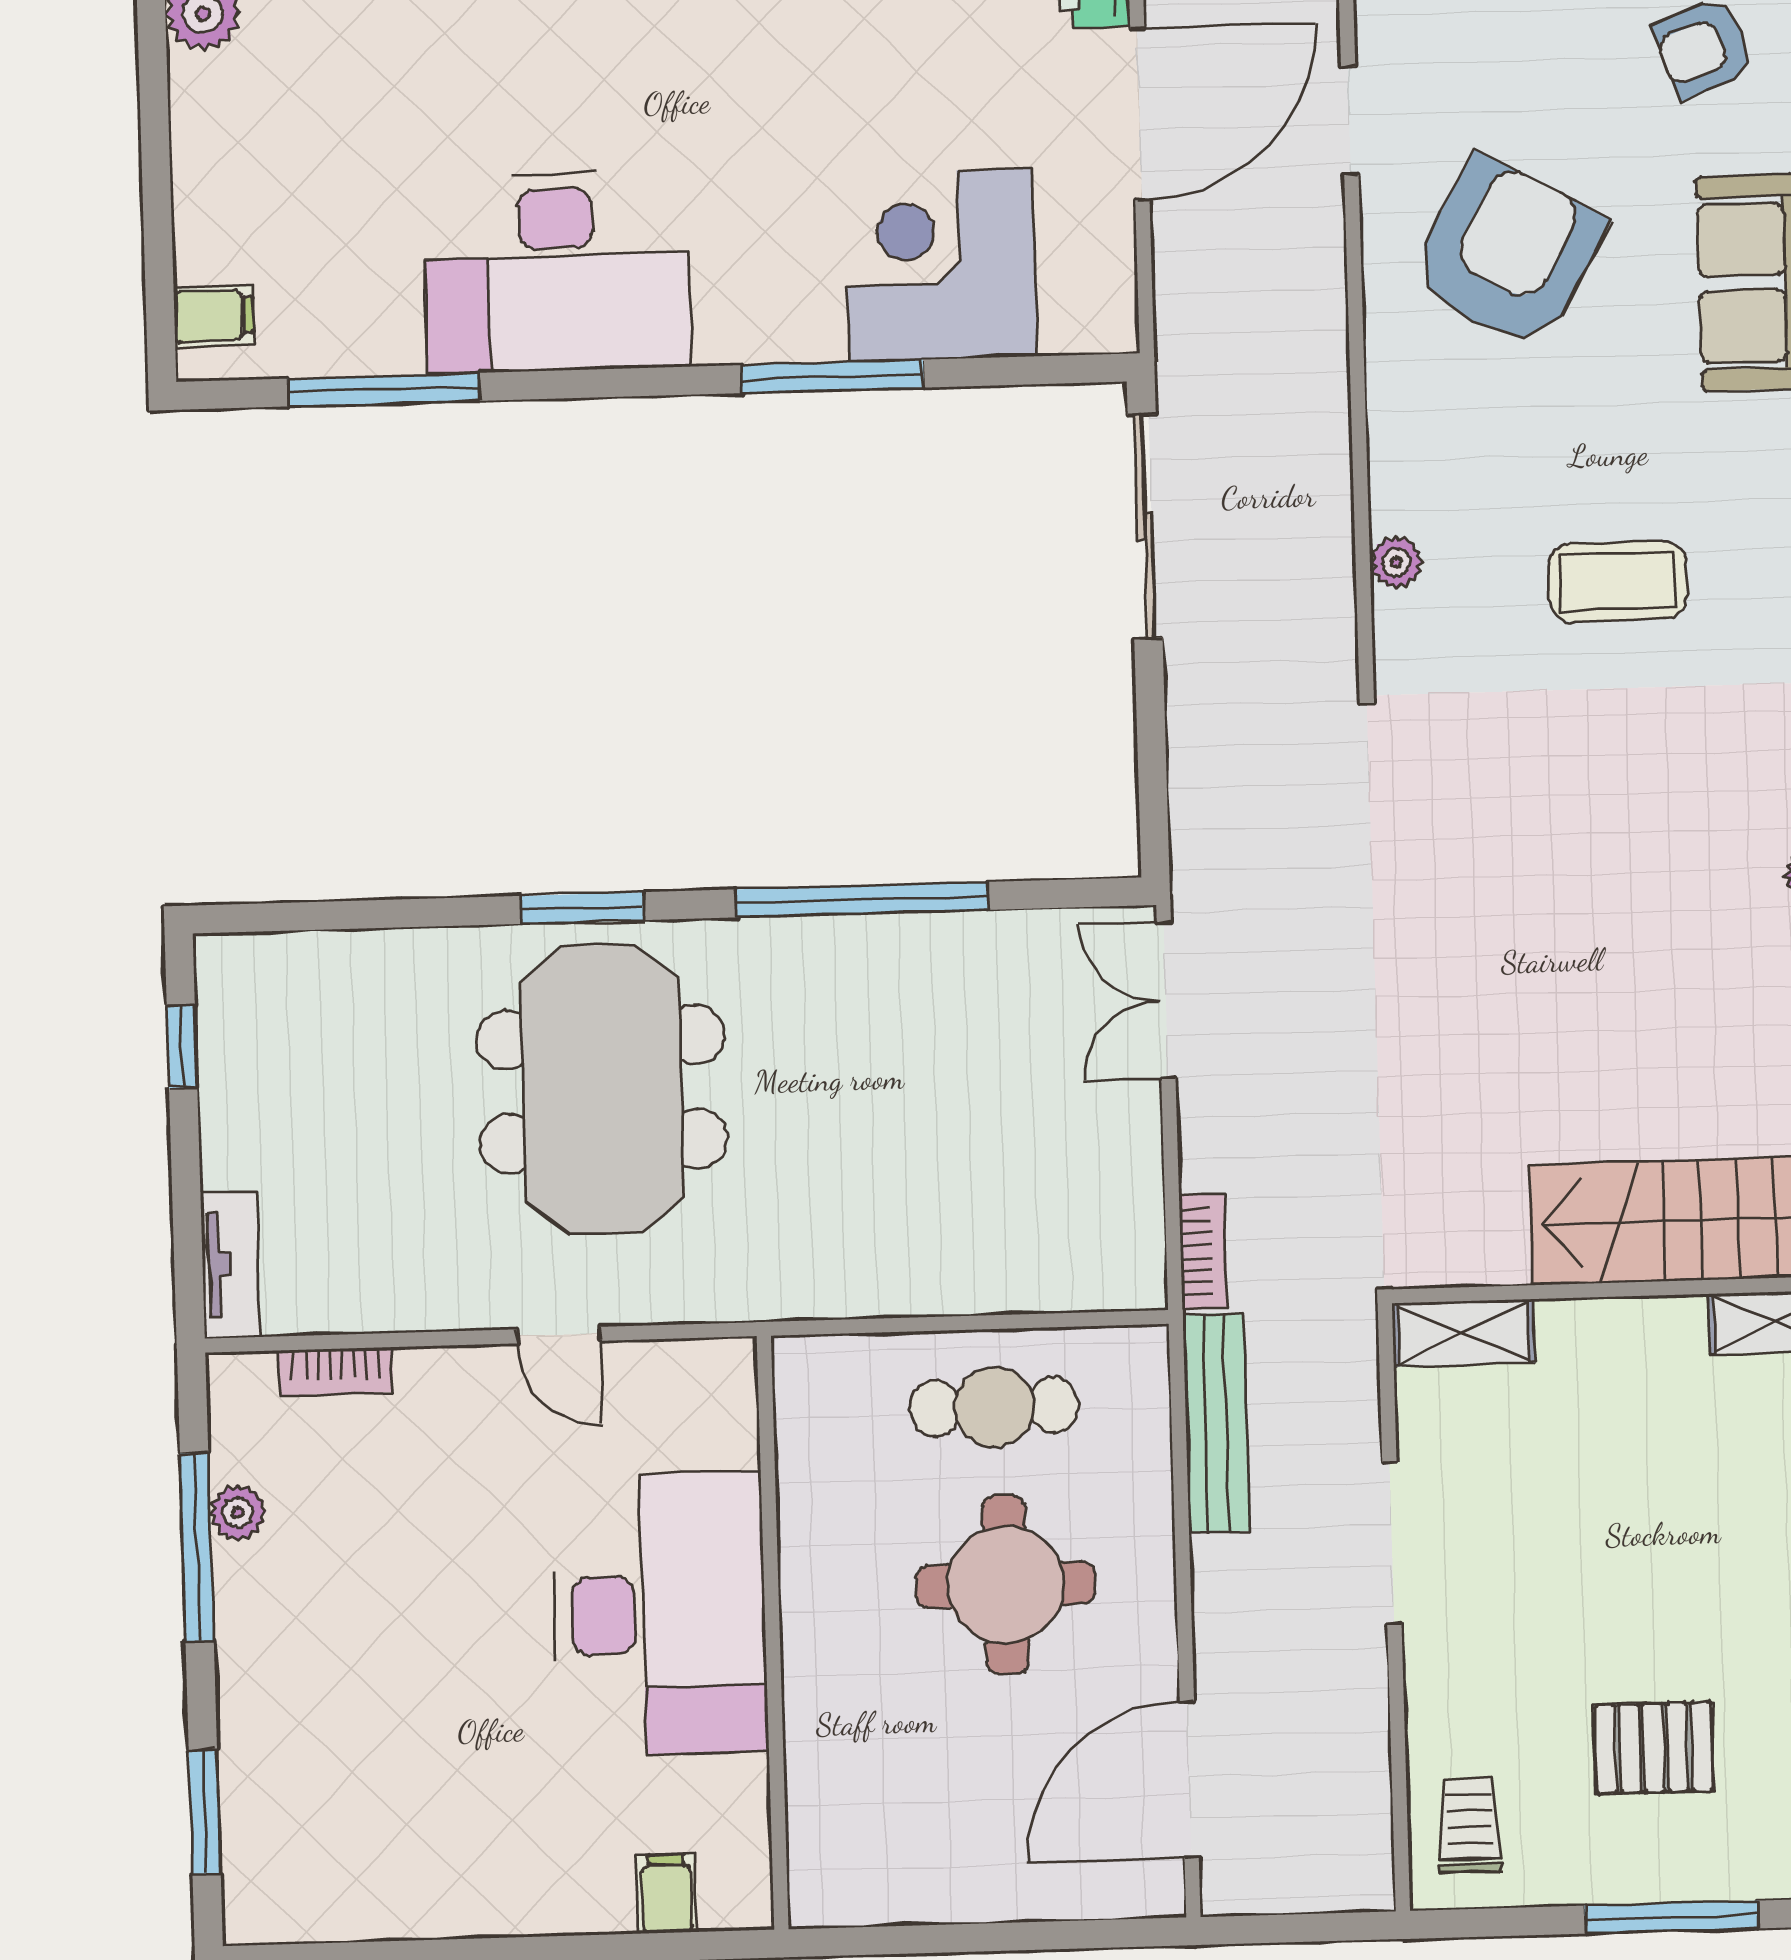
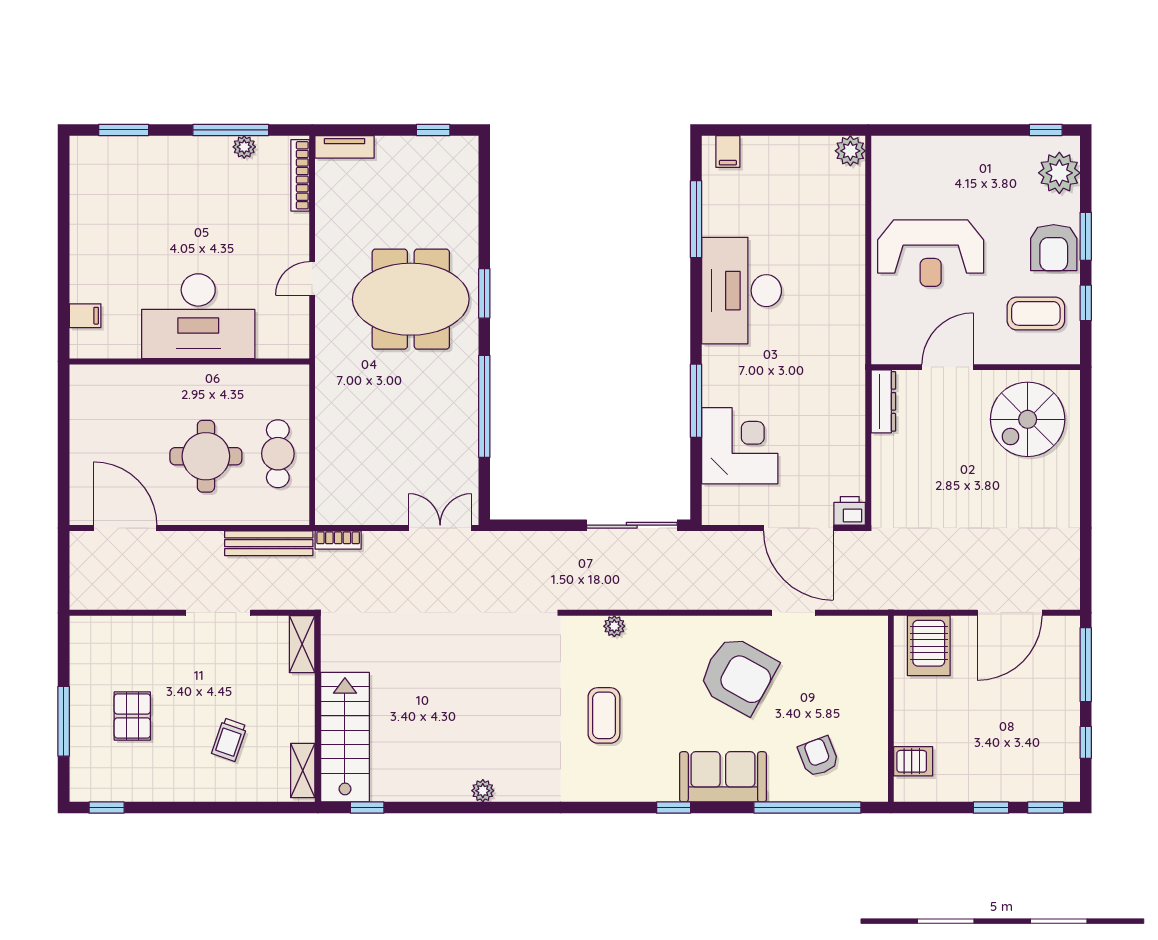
bookcase: (336, 1371) -> (300, 175), width x1.56
trolley: (1469, 1825) -> (229, 740), moved, turned 109

